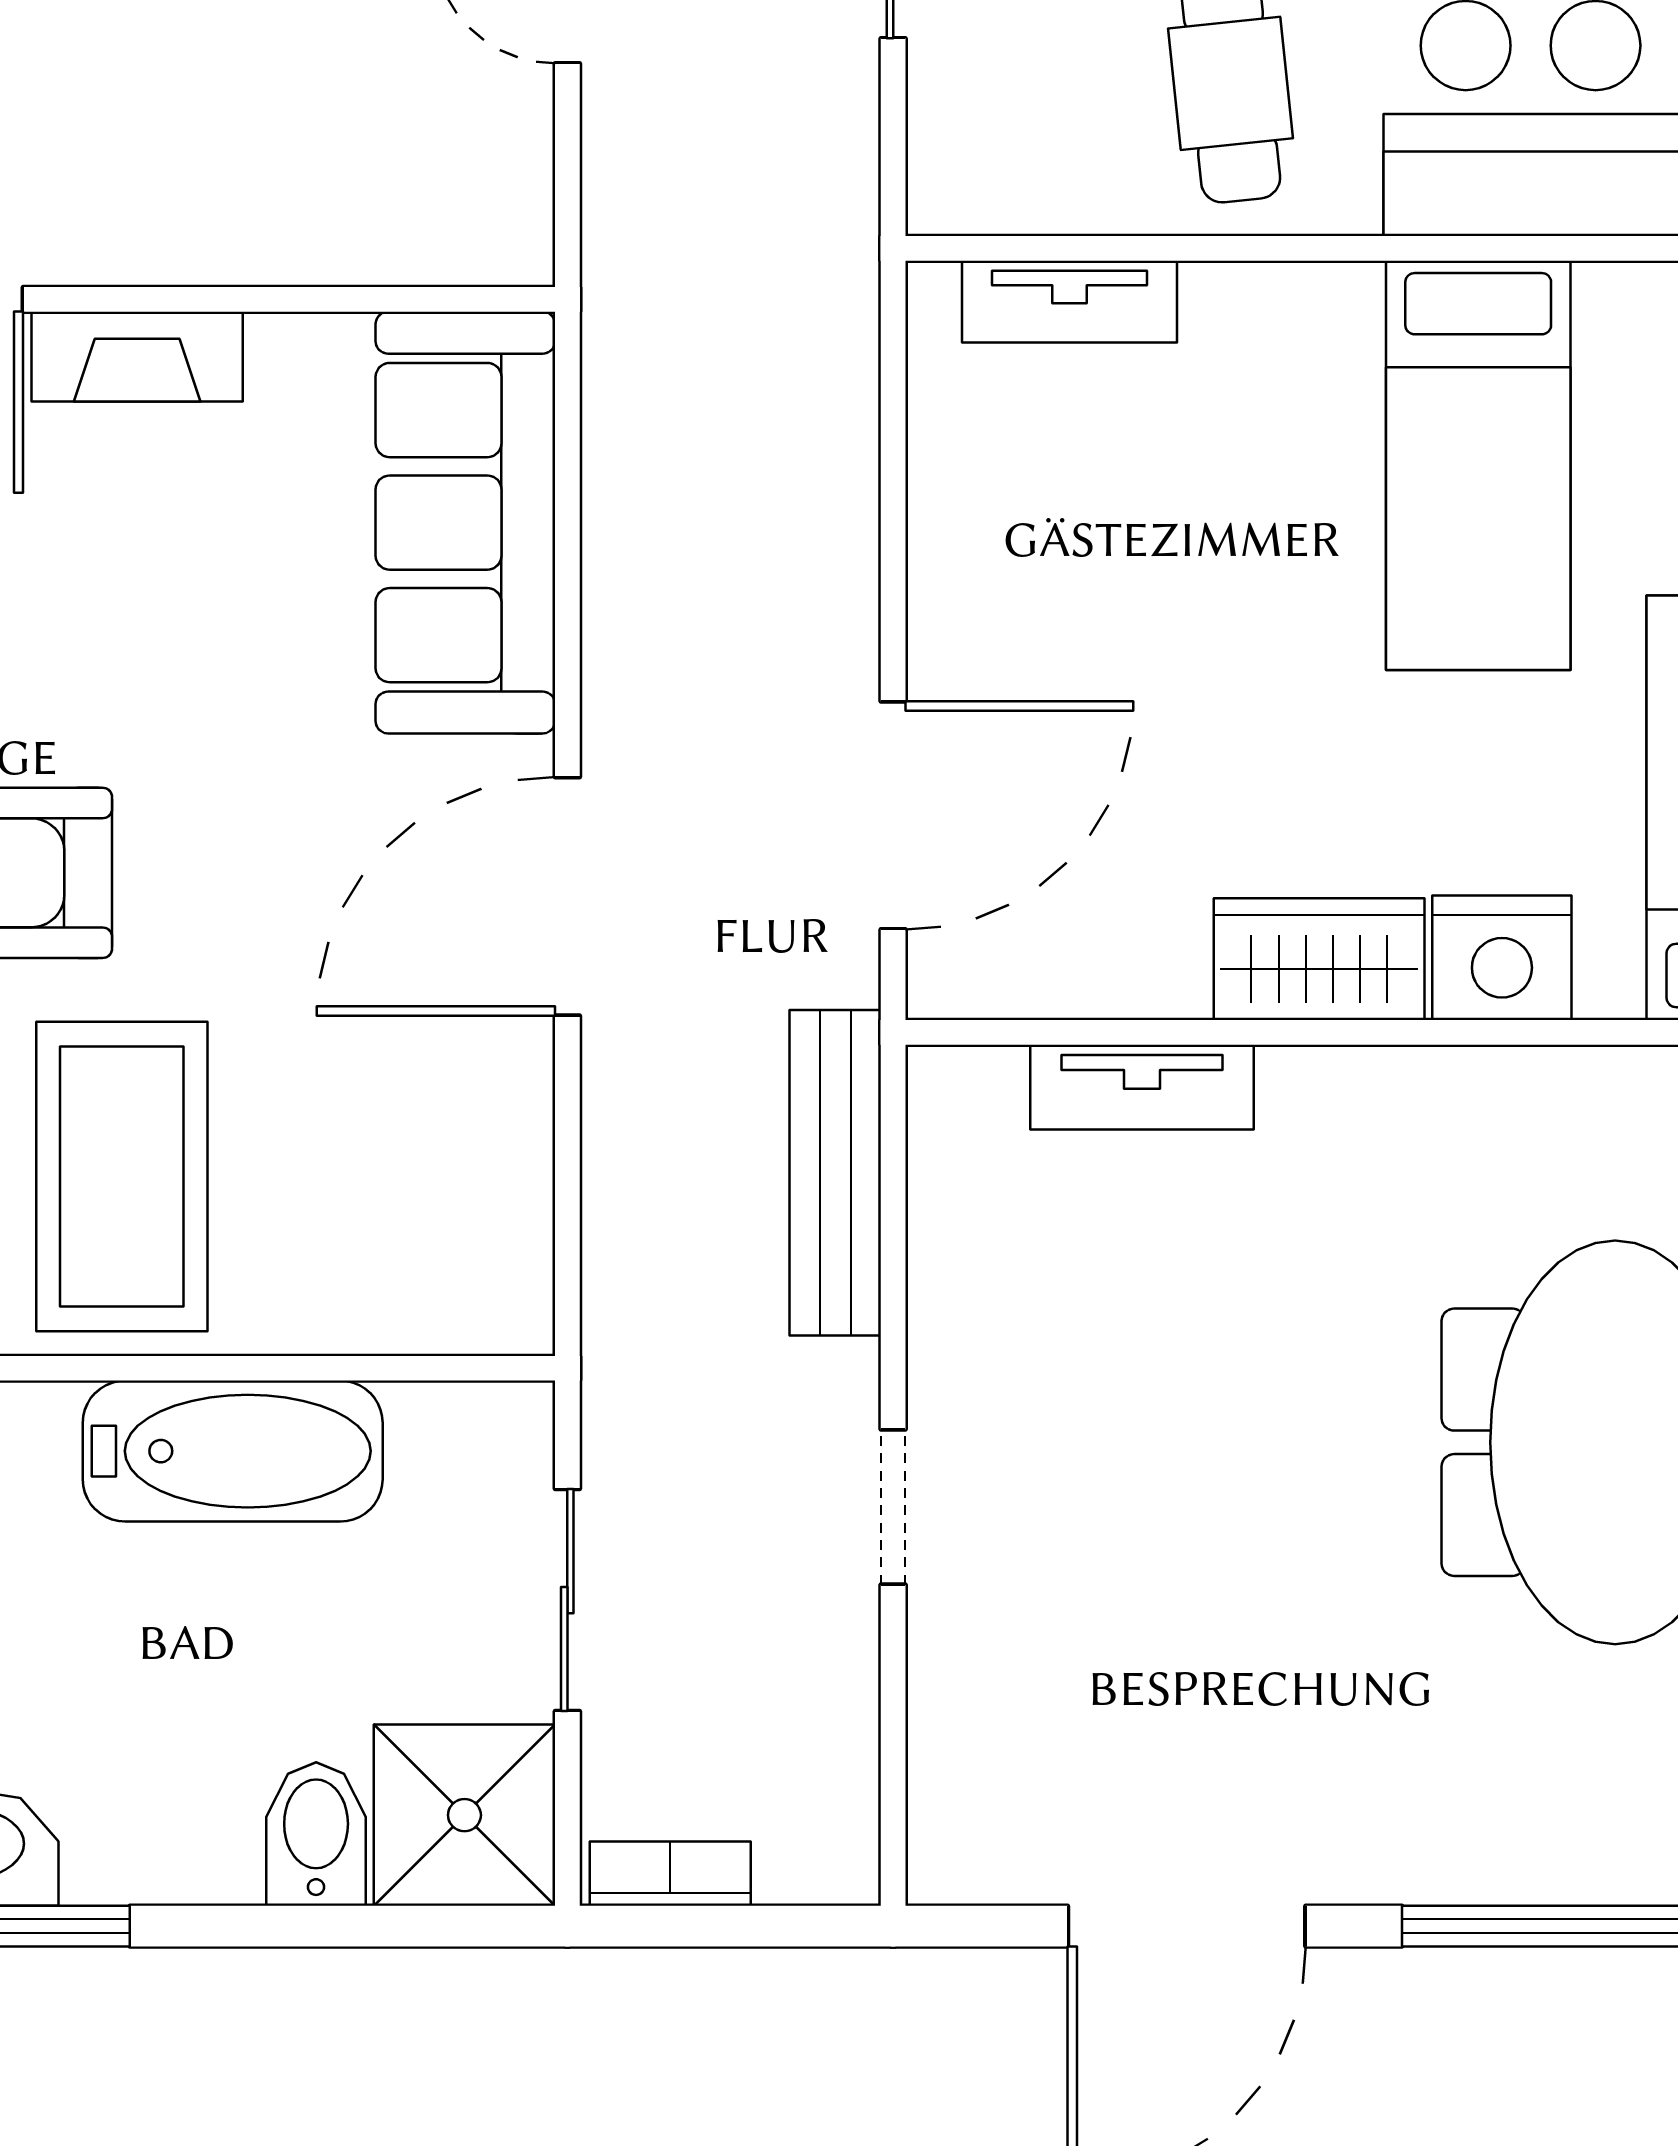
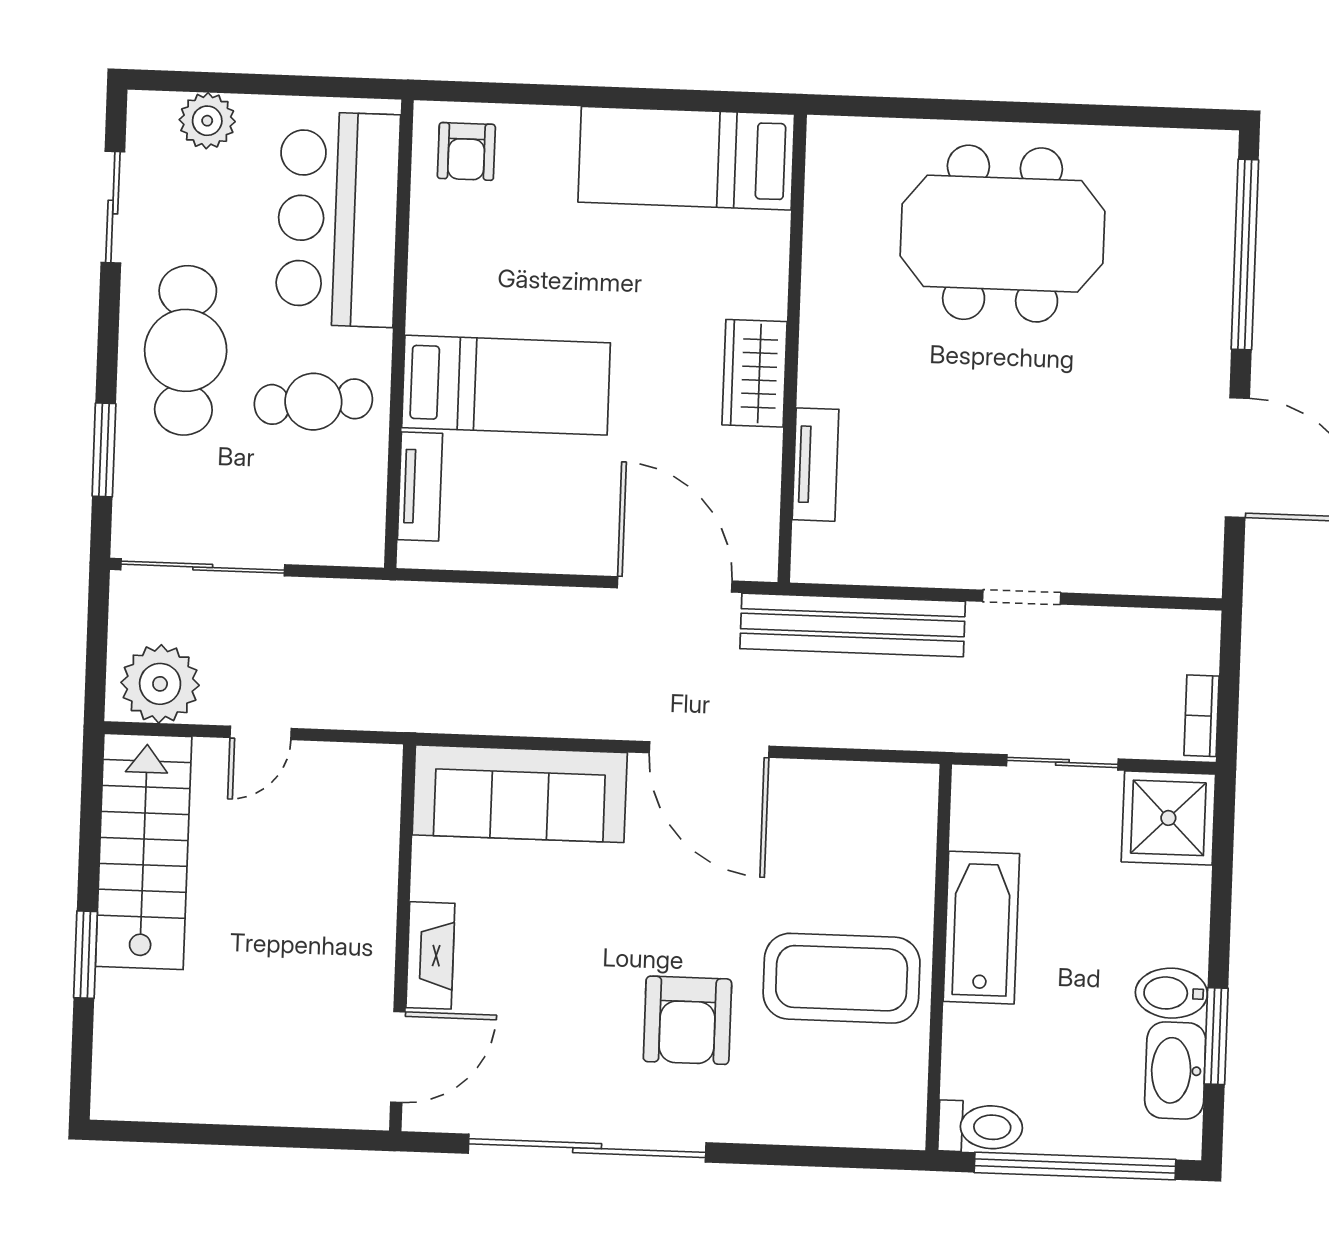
bed: (1478, 465) -> (506, 385), moved
nightstand: (1502, 958) -> (757, 282), removed
bench: (835, 1173) -> (853, 625), width x1.37, depth x1.21
bidet: (316, 1834) -> (1171, 993), moved

